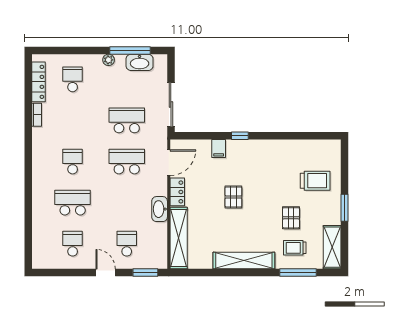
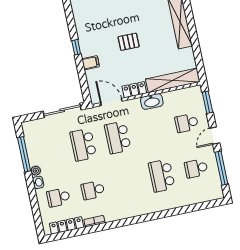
washbasin: (140, 62) -> (38, 182), moved, width x0.52, depth x0.69
school desk: (73, 162) -> (93, 190), moved
window: (67, 273) -> (221, 168), added

